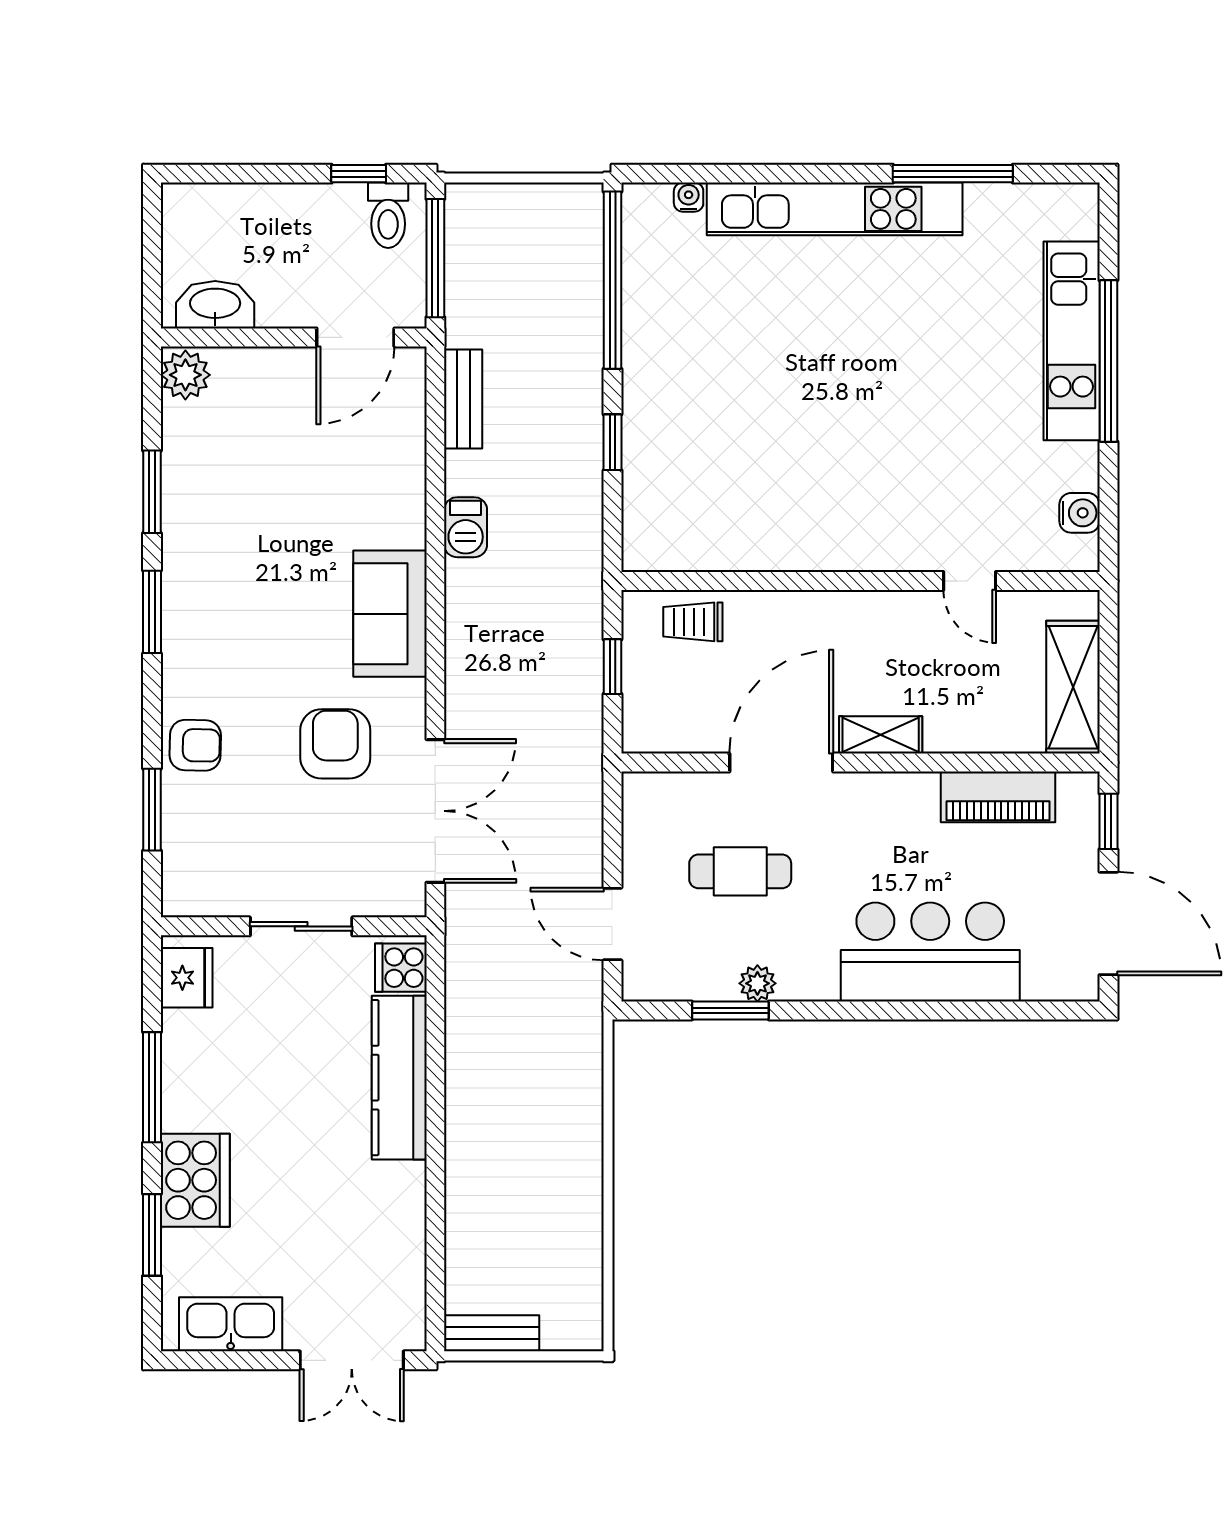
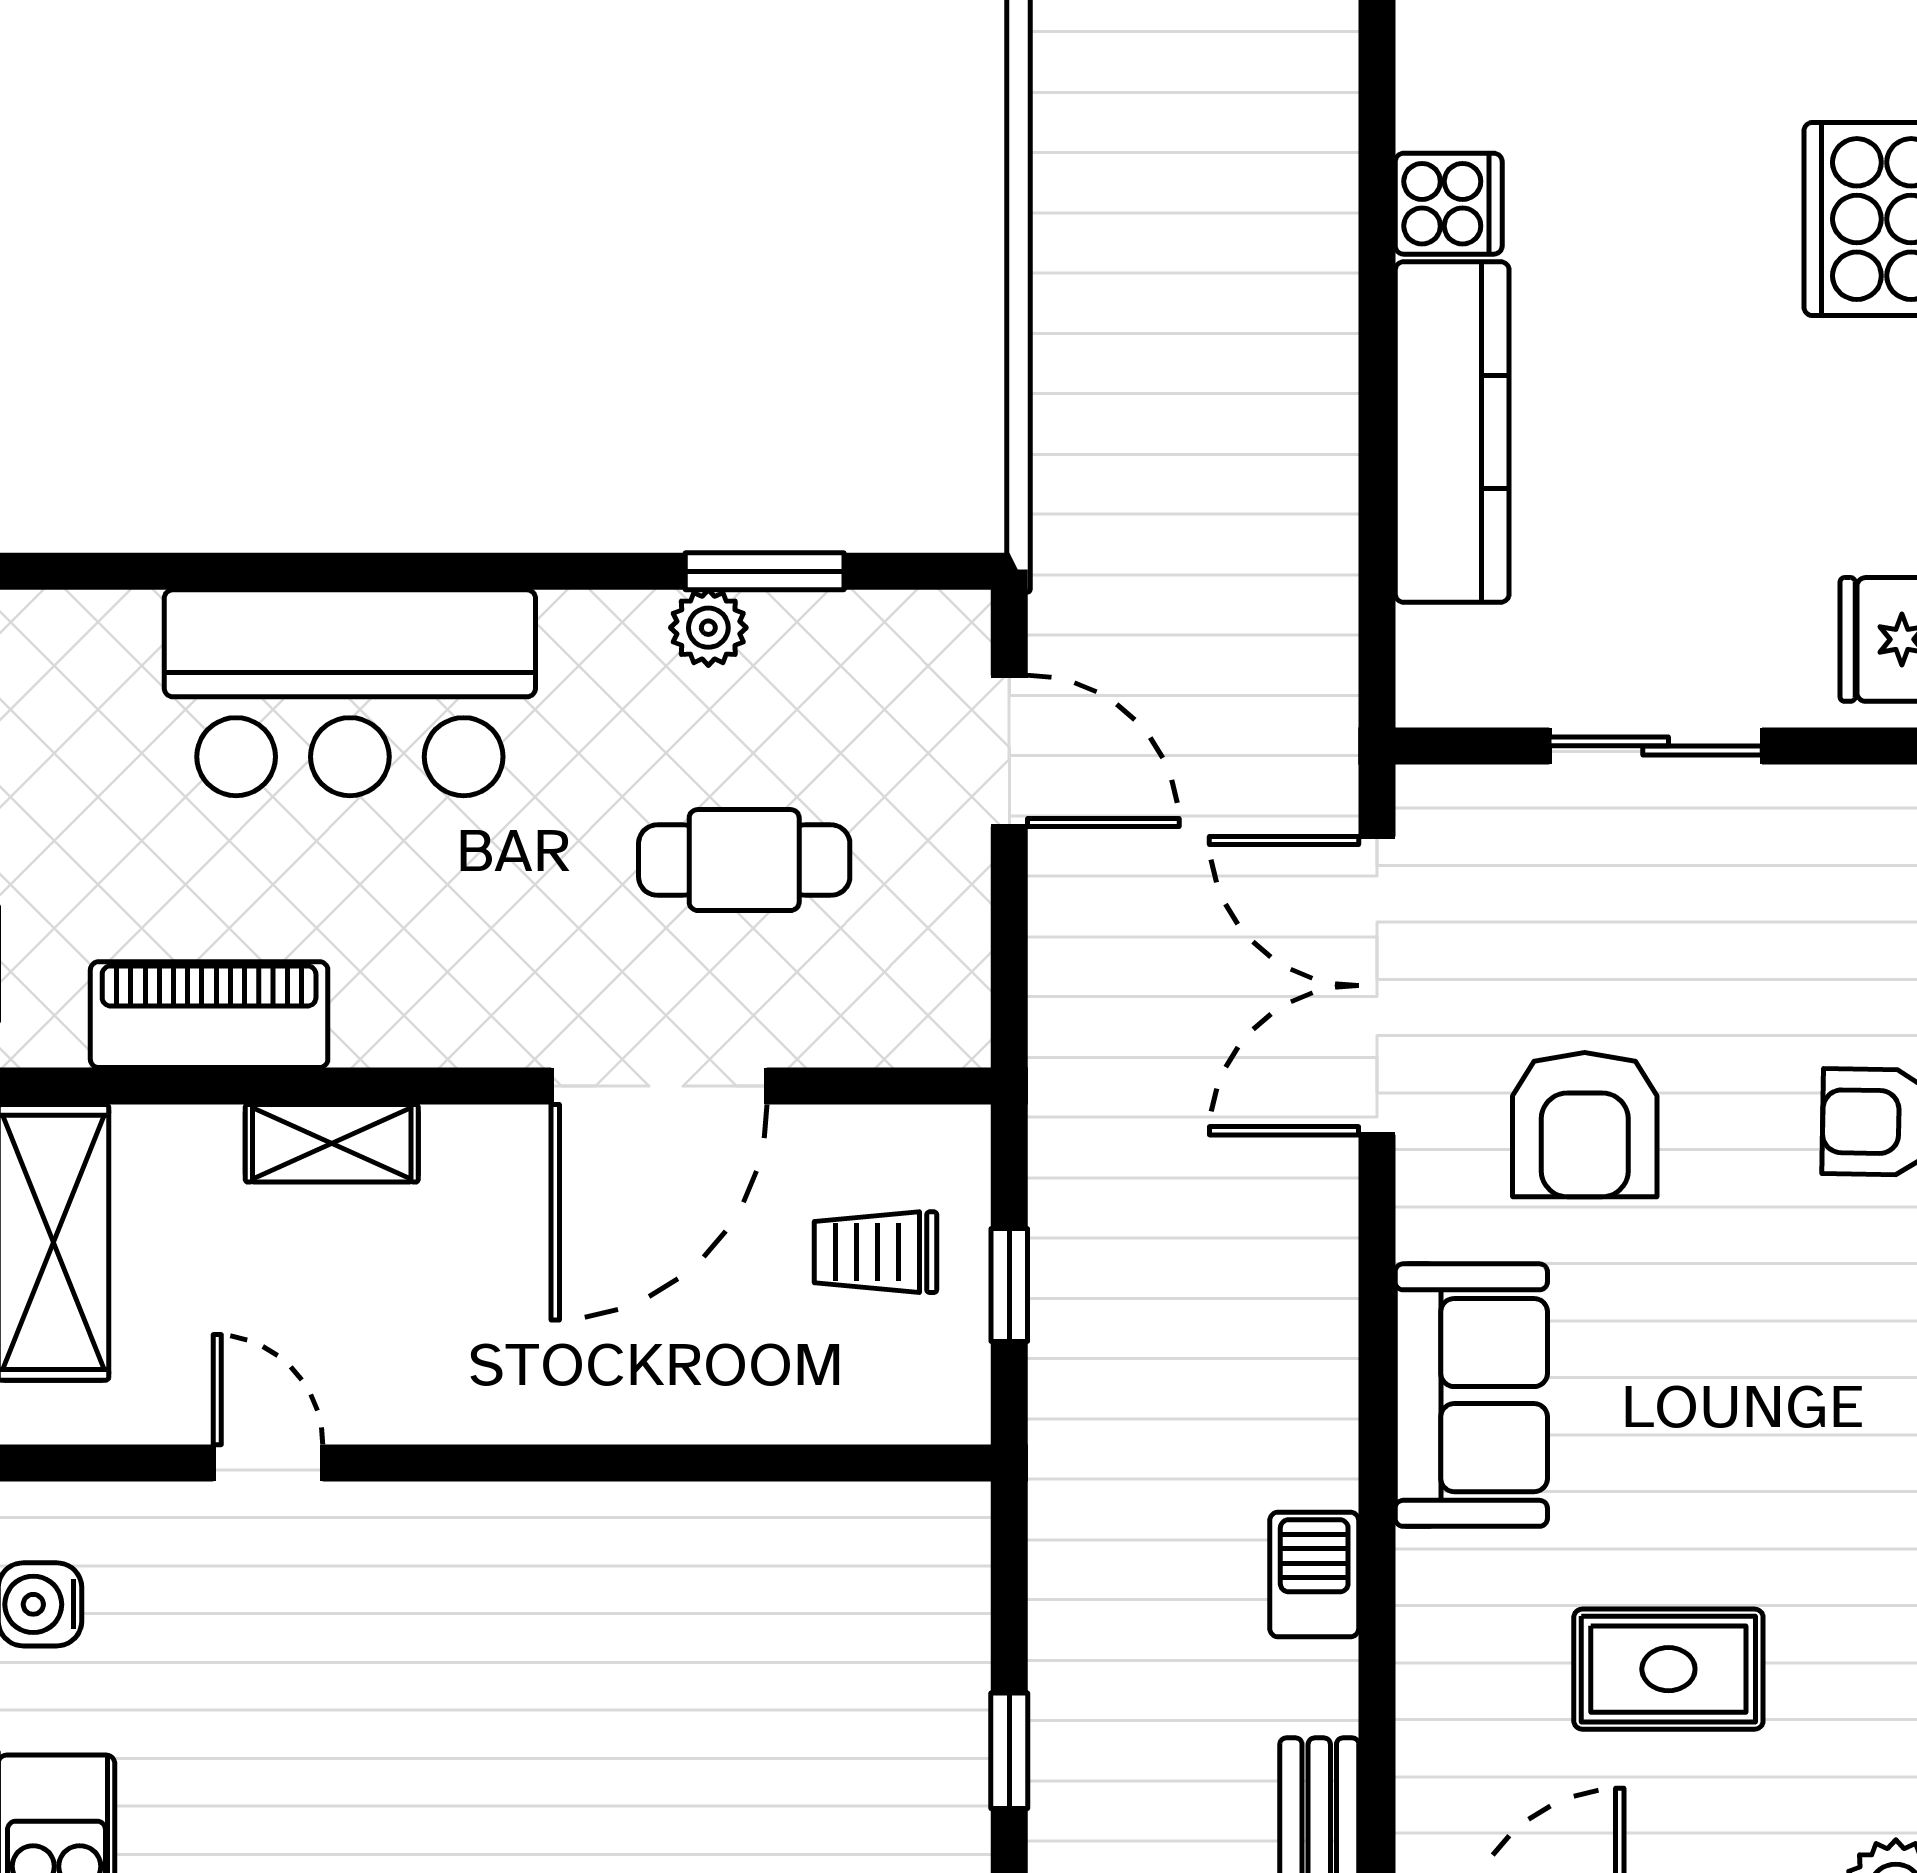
rug: (295, 482) -> (1668, 1669), added
trolley: (693, 622) -> (875, 1252), moved, turned 180
shelving: (881, 735) -> (332, 1143), moved
cooker: (401, 968) -> (1449, 204), moved

